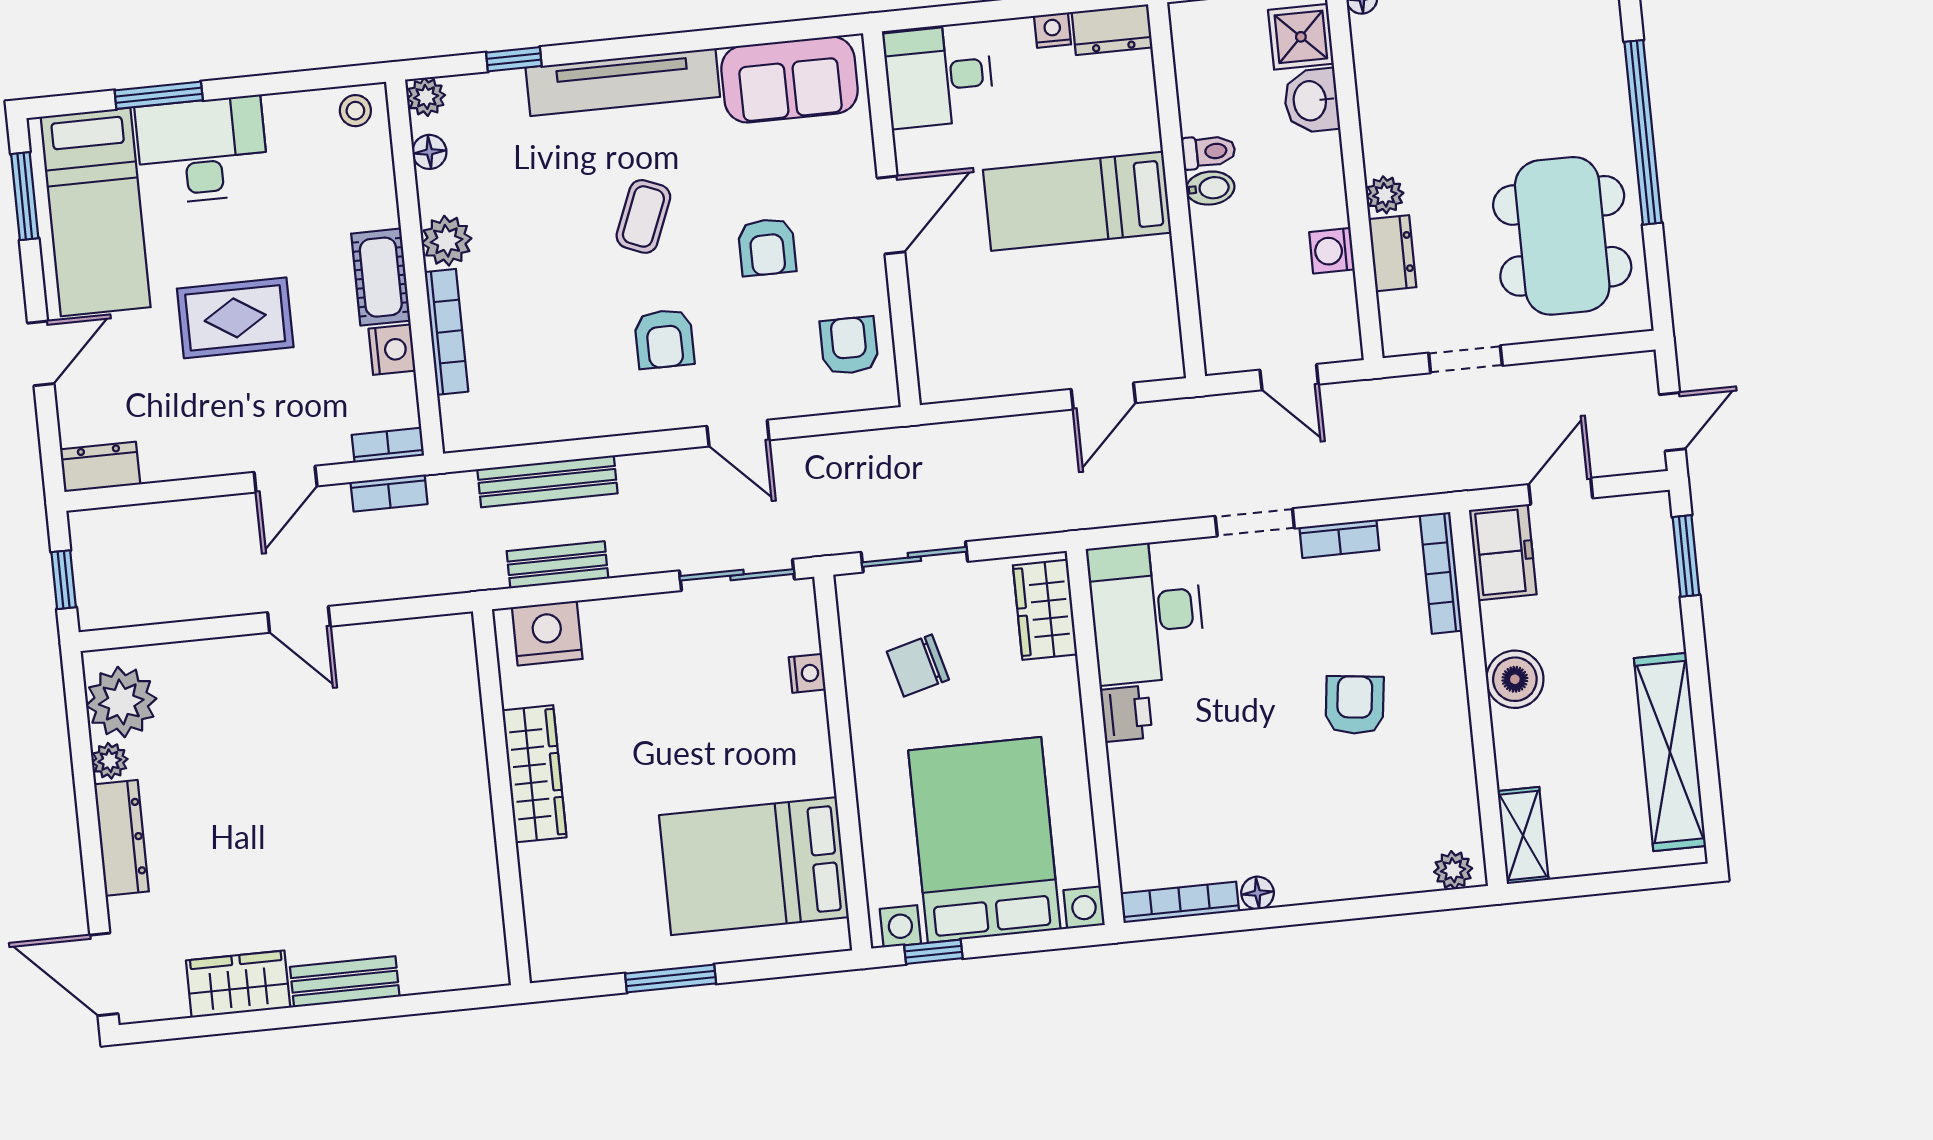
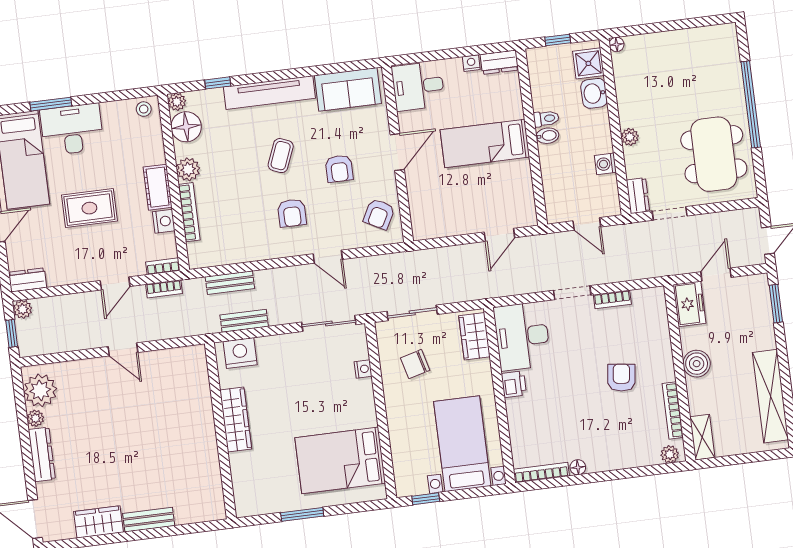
floor lamp: (429, 152) -> (186, 127), width x1.89, depth x1.89
dresser: (1392, 253) -> (638, 196), moved
armchair: (849, 346) -> (379, 214), turned -152
bench: (547, 481) -> (230, 283), width x0.73
plant: (88, 529) -> (23, 309), added
bookcase: (1441, 573) -> (673, 410), moved
bed with nightstands: (984, 840) -> (462, 444), width x0.73

